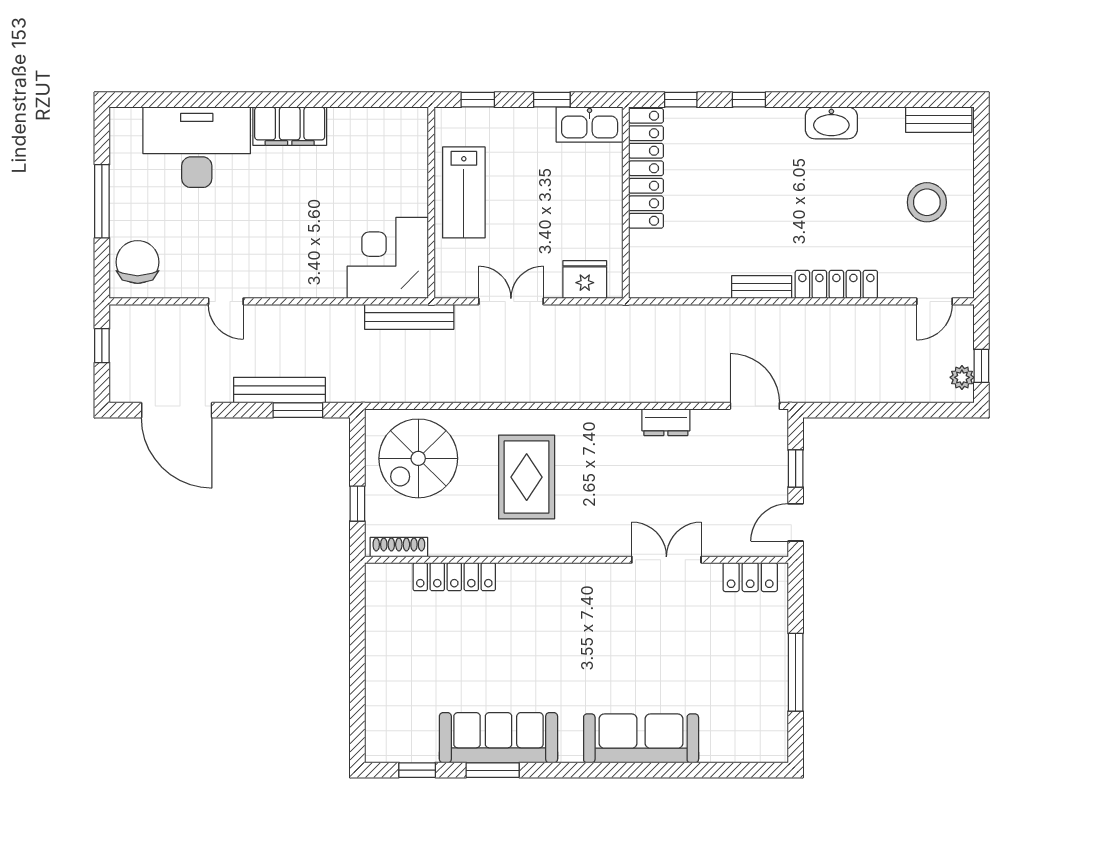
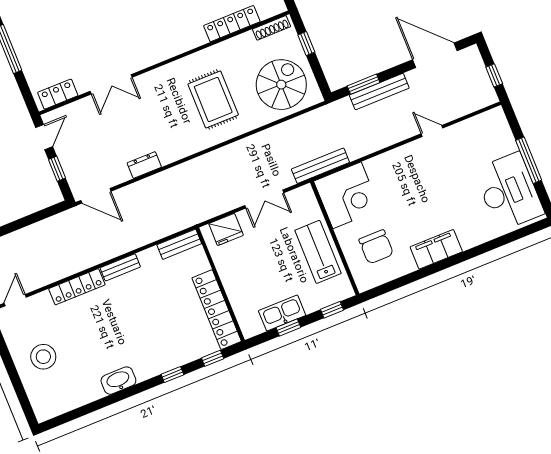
bench: (939, 120) -> (179, 244), moved
kitchen sink: (590, 125) -> (282, 313), moved
desk: (197, 147) -> (509, 192), moved, turned -90
chair: (138, 262) -> (376, 247), moved

